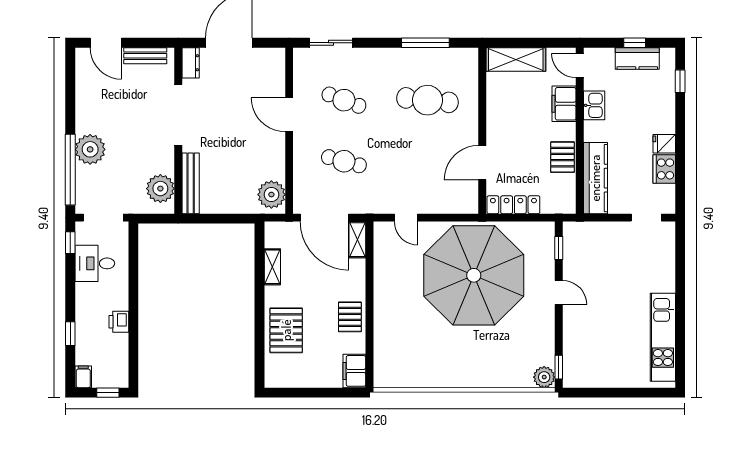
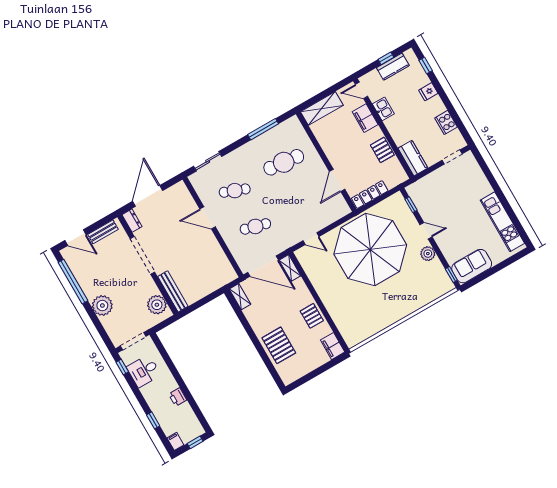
fridge: (664, 144) -> (428, 92), moved
window: (70, 170) -> (73, 281), moved
kitchen counter: (595, 178) -> (413, 158), width x0.67
plant: (271, 195) -> (224, 271), removed
shelving: (272, 267) -> (240, 297), moved
sofa: (591, 371) -> (472, 266), added
plant: (544, 377) -> (428, 254), moved

